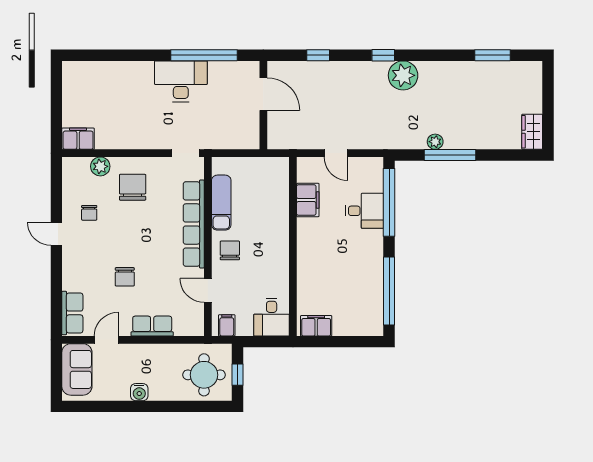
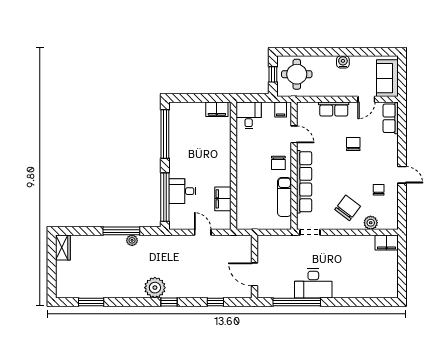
chair: (133, 187) -> (348, 208), turned -143

